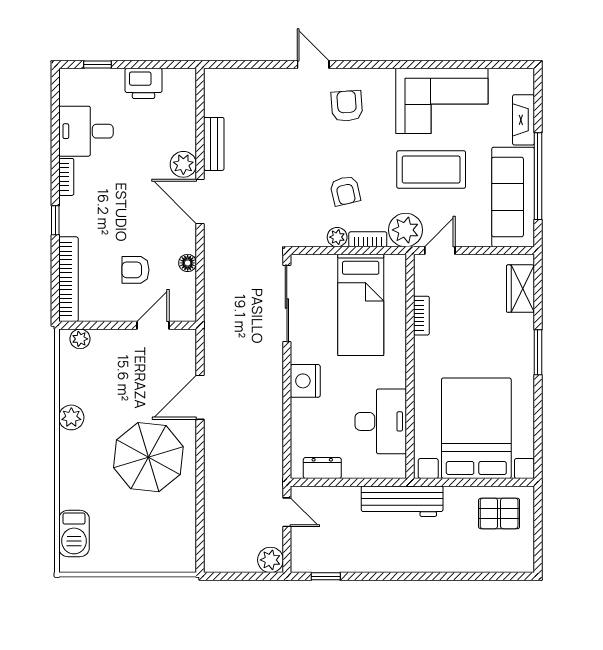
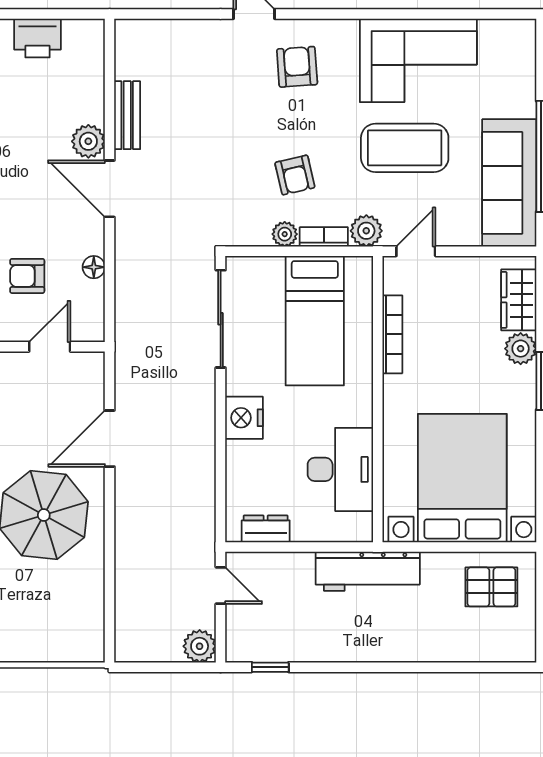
fireplace: (523, 120) -> (523, 84), removed
plant: (406, 230) -> (366, 231), width x0.73, depth x0.73
bookcase: (421, 316) -> (392, 334), width x1.56
plant: (522, 327) -> (521, 349), added

